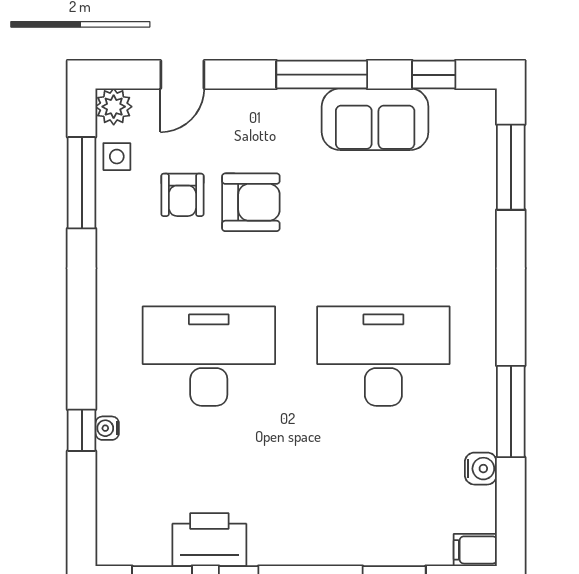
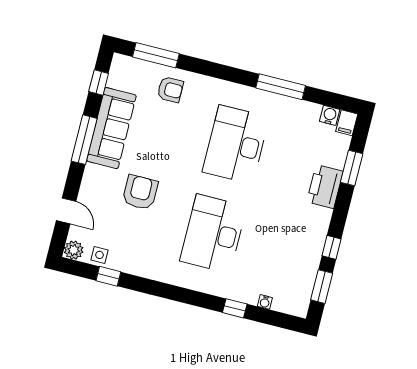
sofa: (375, 119) -> (111, 128), width x1.36
window: (82, 183) -> (108, 276), width x0.46
armchair: (182, 195) -> (170, 90), moved
water cooler: (107, 428) -> (265, 302), moved
water cooler: (481, 469) -> (330, 115), moved
printer: (209, 540) -> (325, 187), moved

